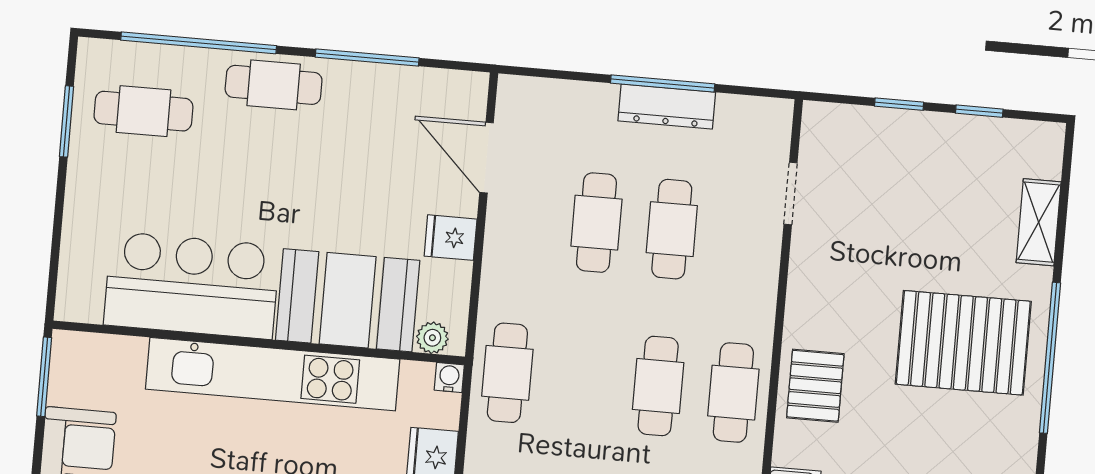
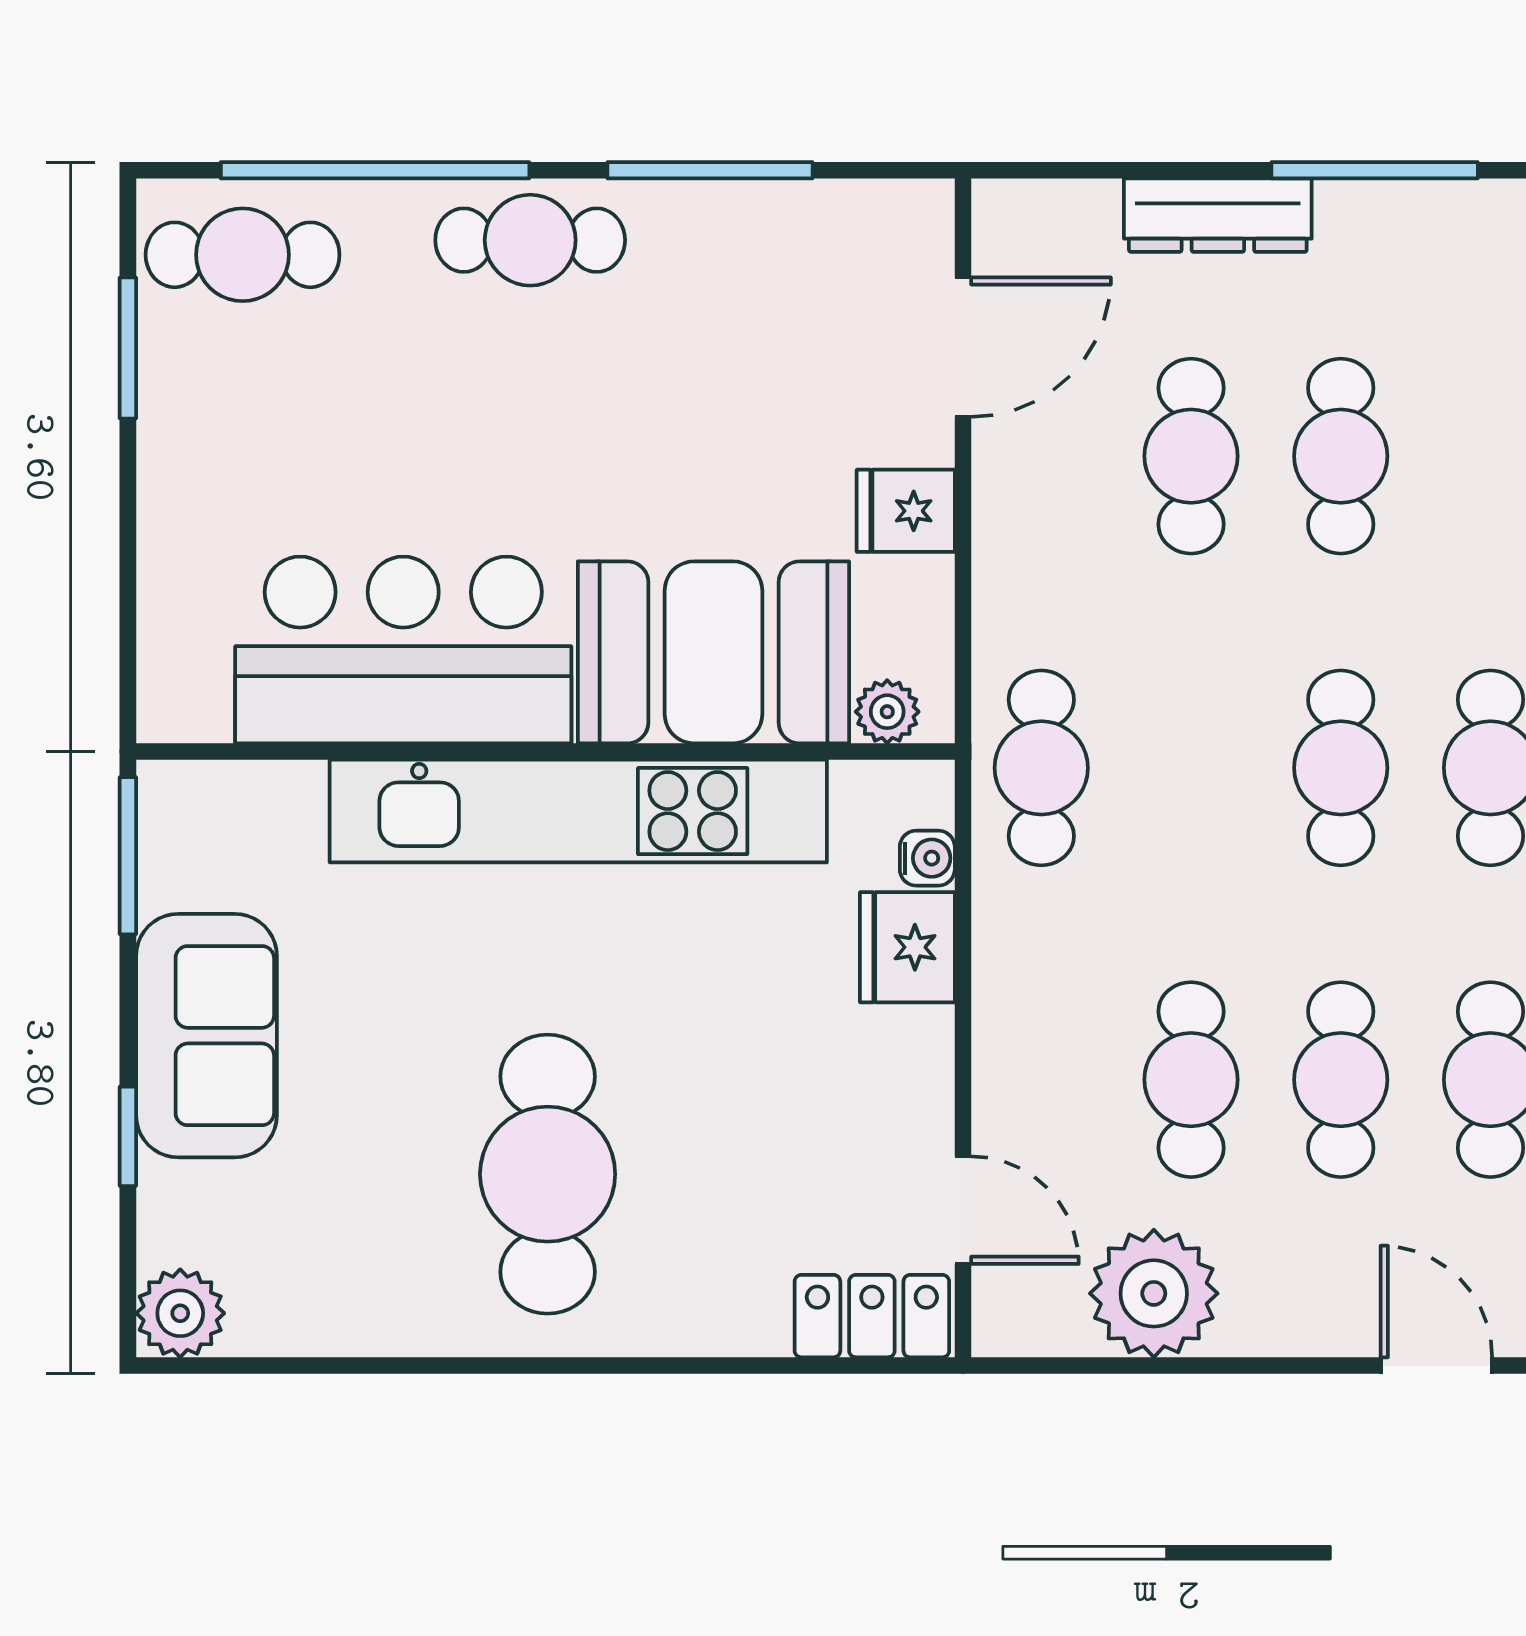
window: (663, 83) -> (1375, 170), moved
dresser: (667, 107) -> (1218, 215), moved
cafe table: (143, 111) -> (243, 255), moved
door: (487, 158) -> (963, 347), swing flipped
water cooler: (449, 377) -> (927, 858), moved, turned 90

